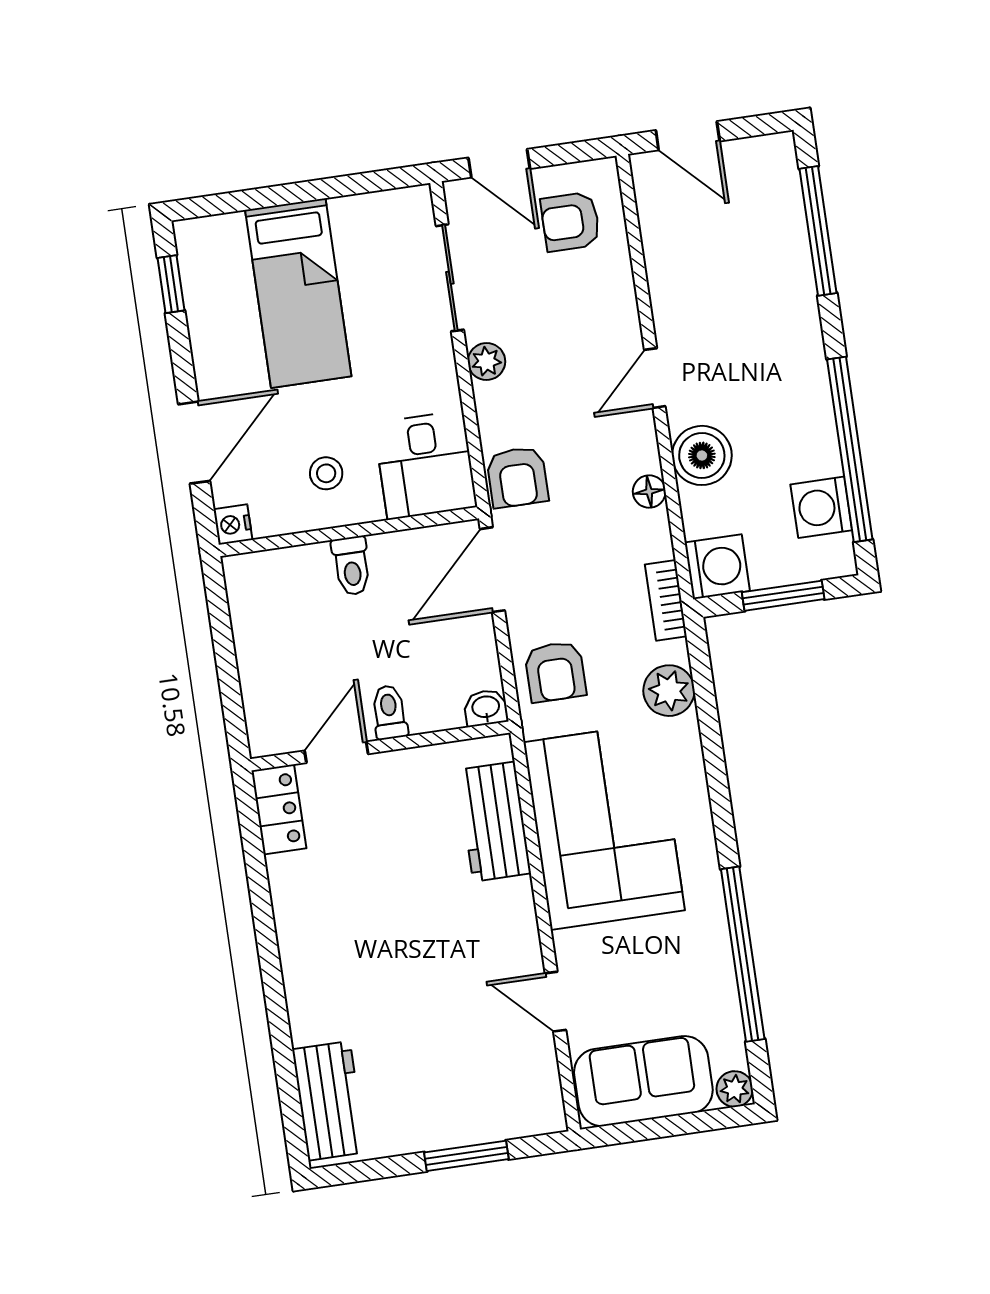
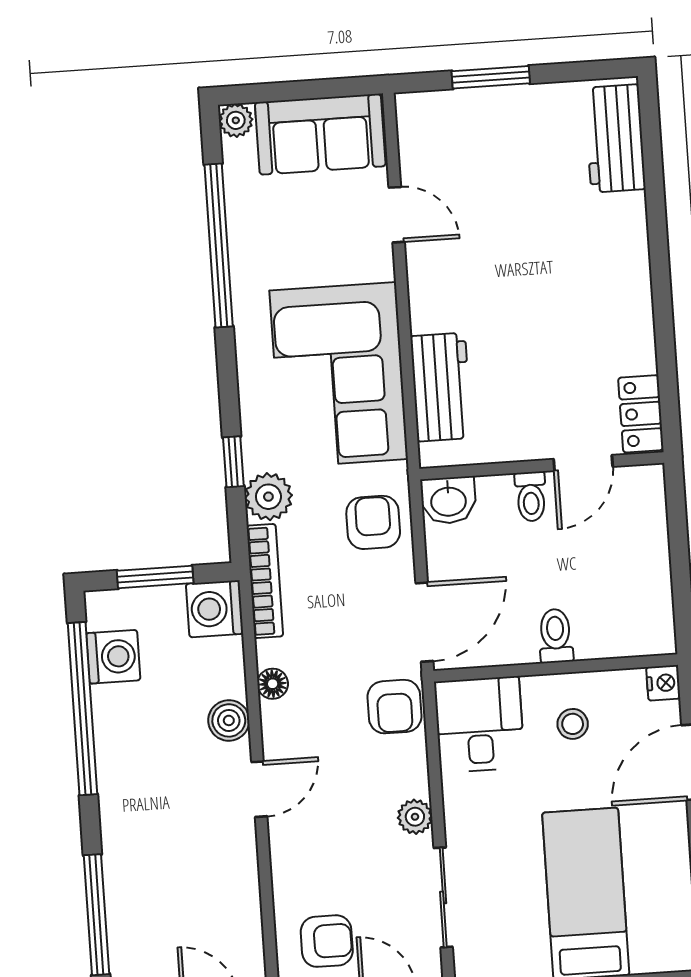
boiler: (702, 455) -> (229, 720), width x0.73, depth x0.73
armchair: (517, 477) -> (394, 707), turned 180
bookcase: (666, 600) -> (265, 581), width x1.56
washbasin: (486, 708) -> (448, 500), width x1.38, depth x1.45
window: (709, 725) -> (233, 462), added

